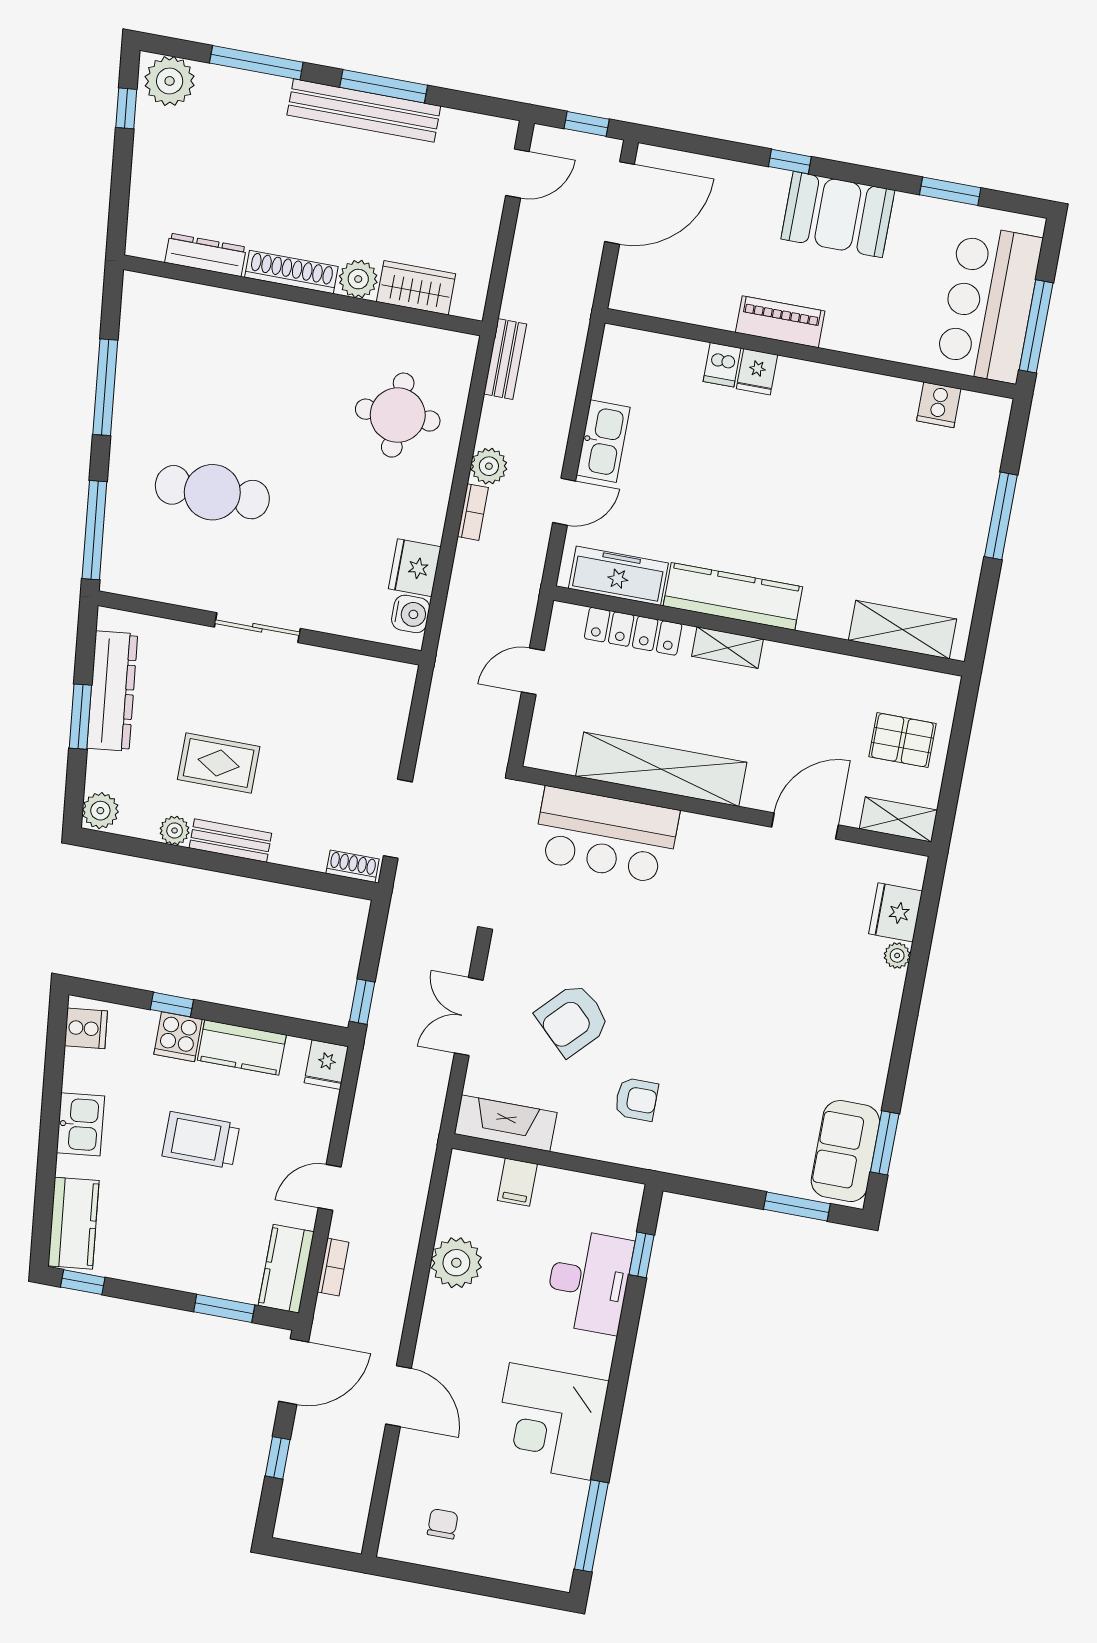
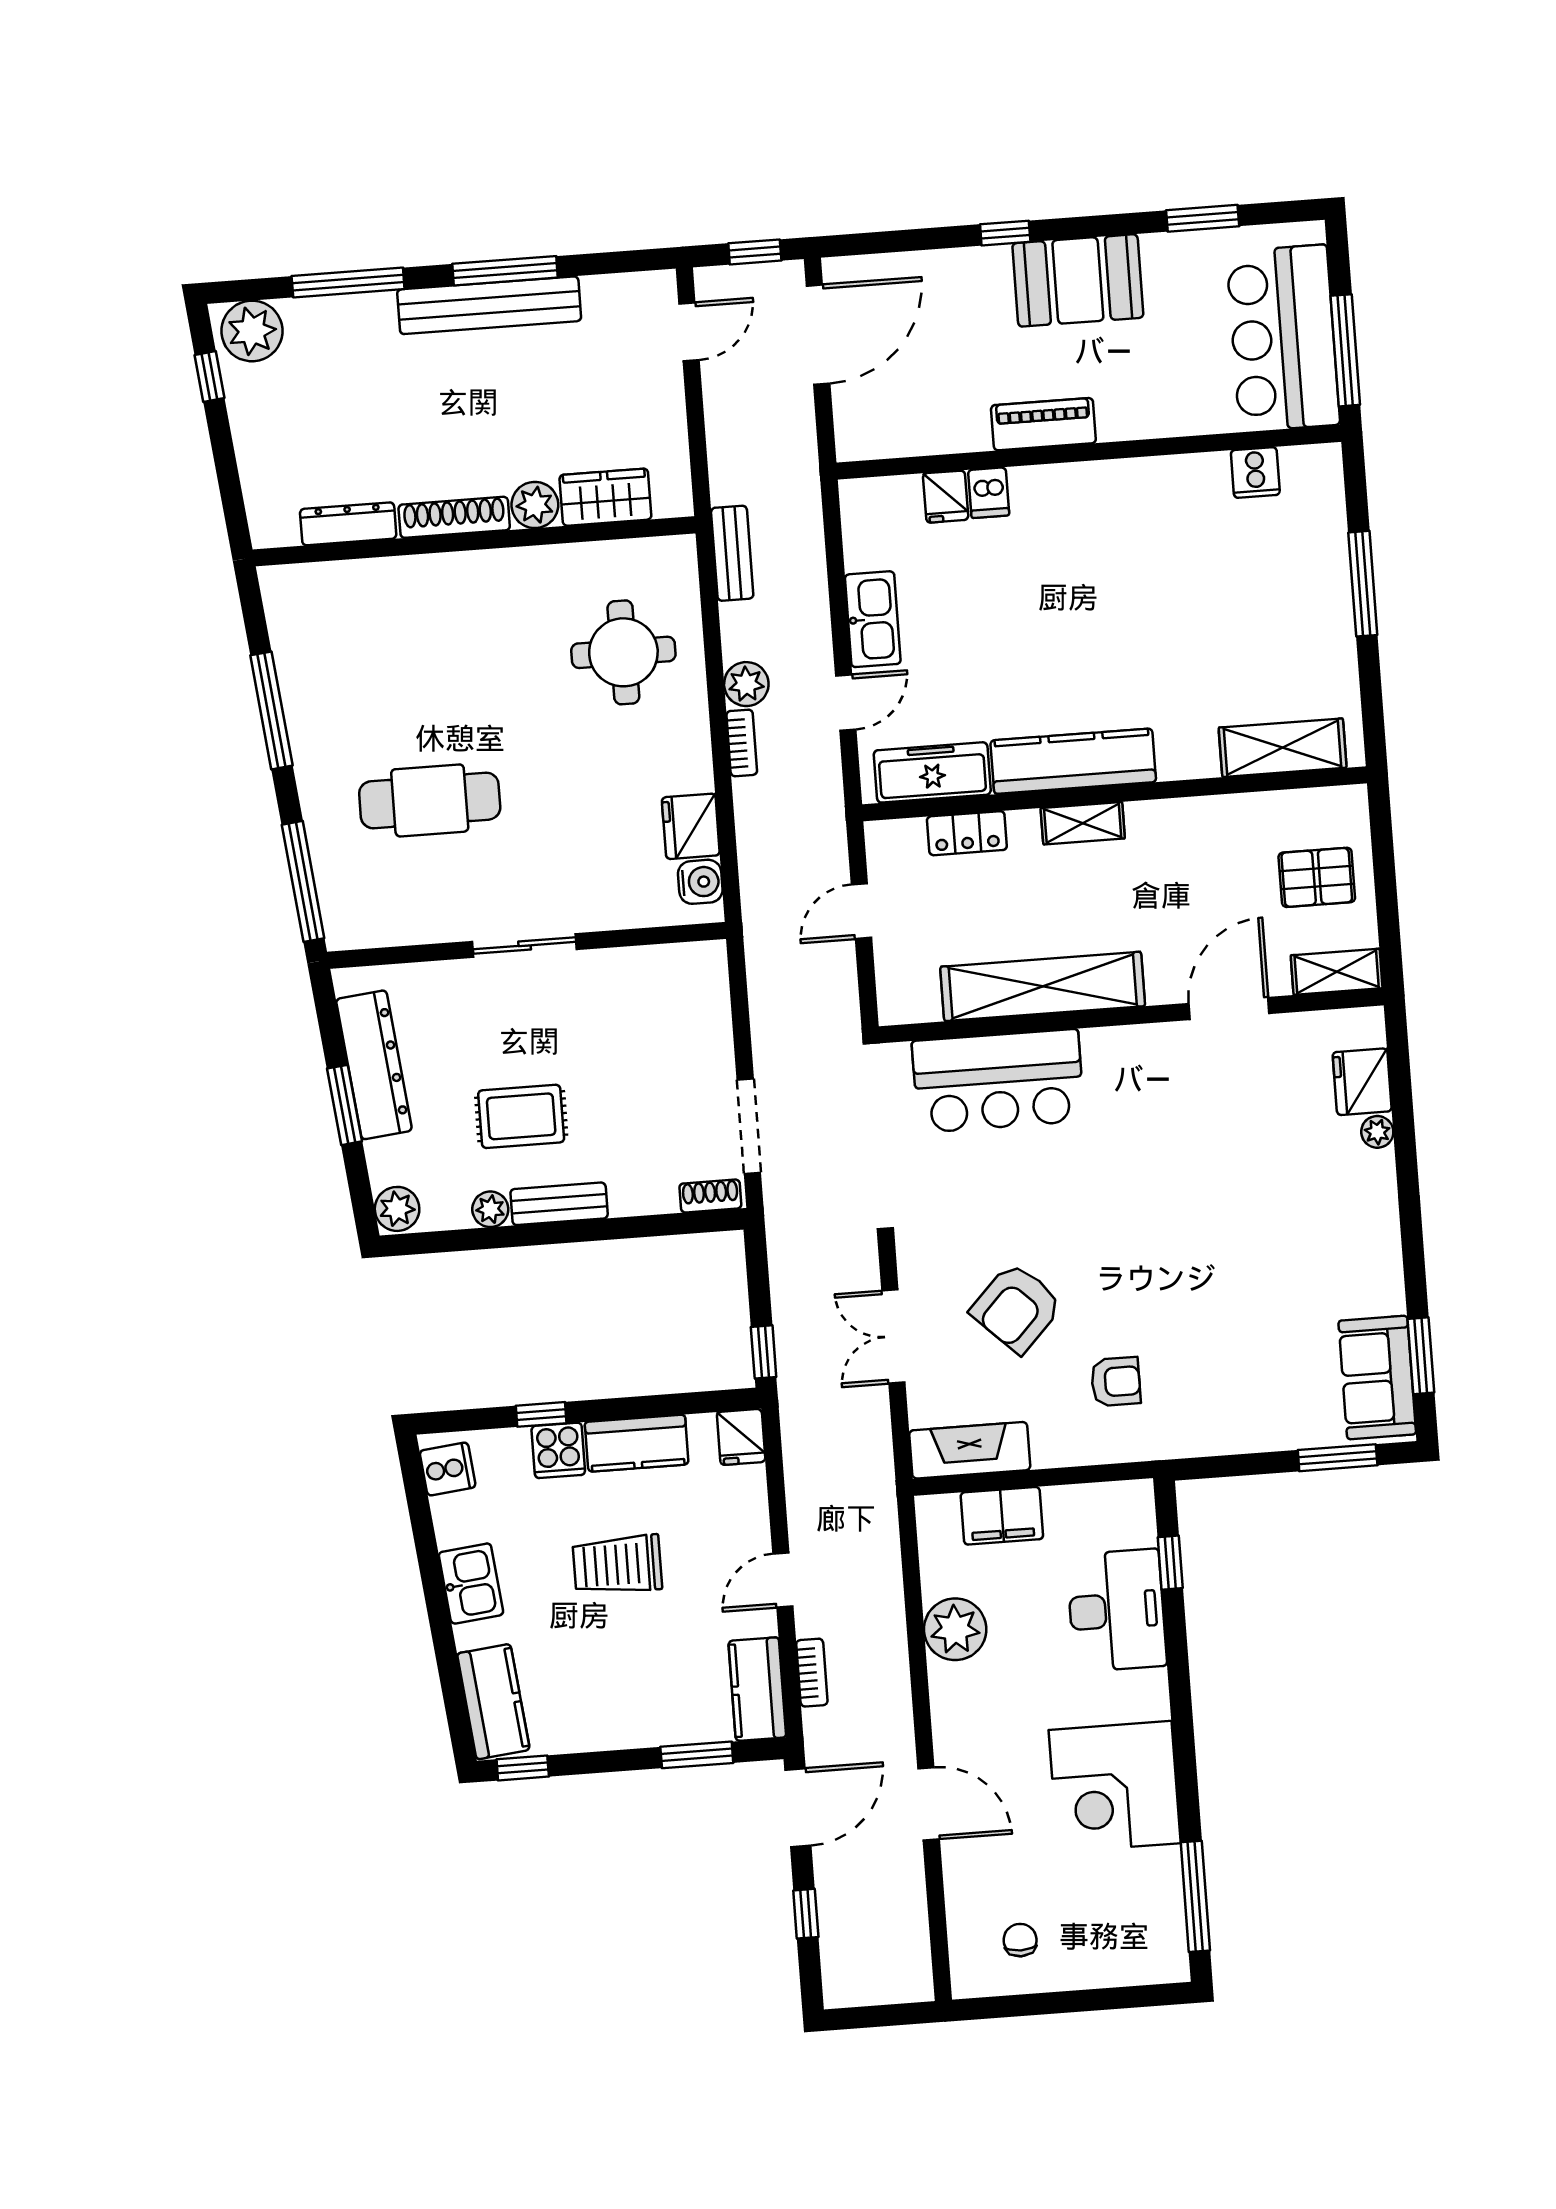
fridge: (757, 372) -> (946, 497), moved
locker: (633, 631) -> (967, 833), width x0.66
filing cabinet: (517, 1182) -> (1002, 1516), width x2.00

